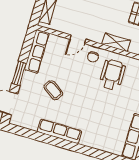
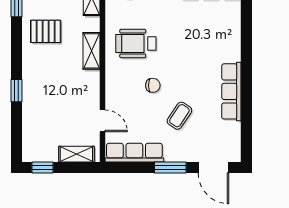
door: (78, 39) -> (102, 121), moved
chair: (93, 57) -> (153, 85), moved

